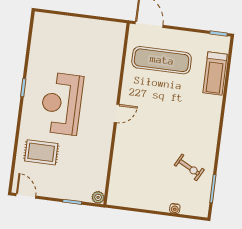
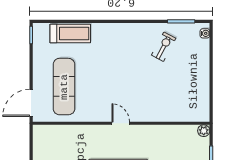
water cooler: (175, 208) -> (205, 33), moved

